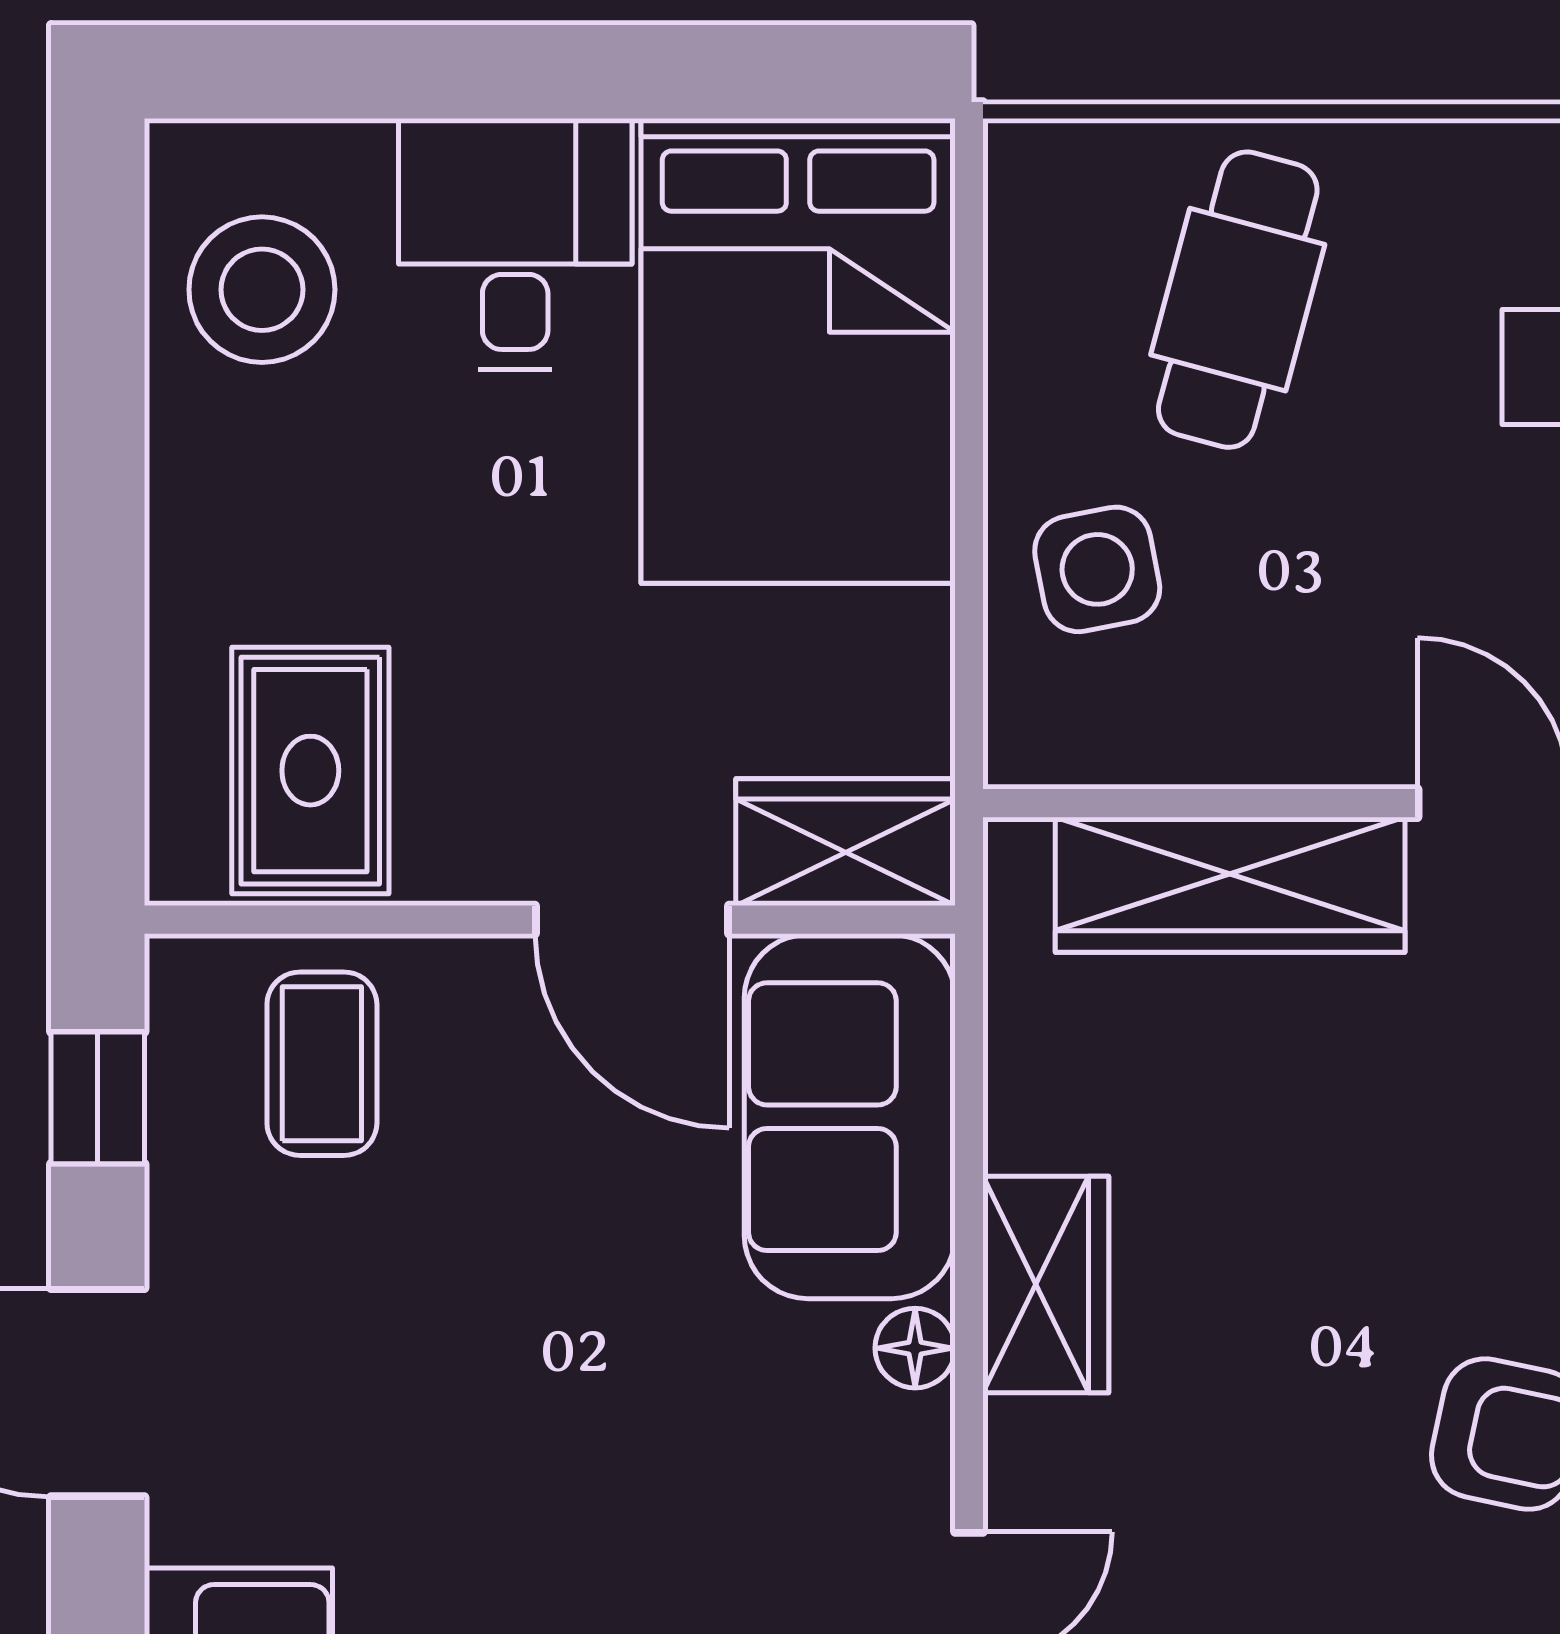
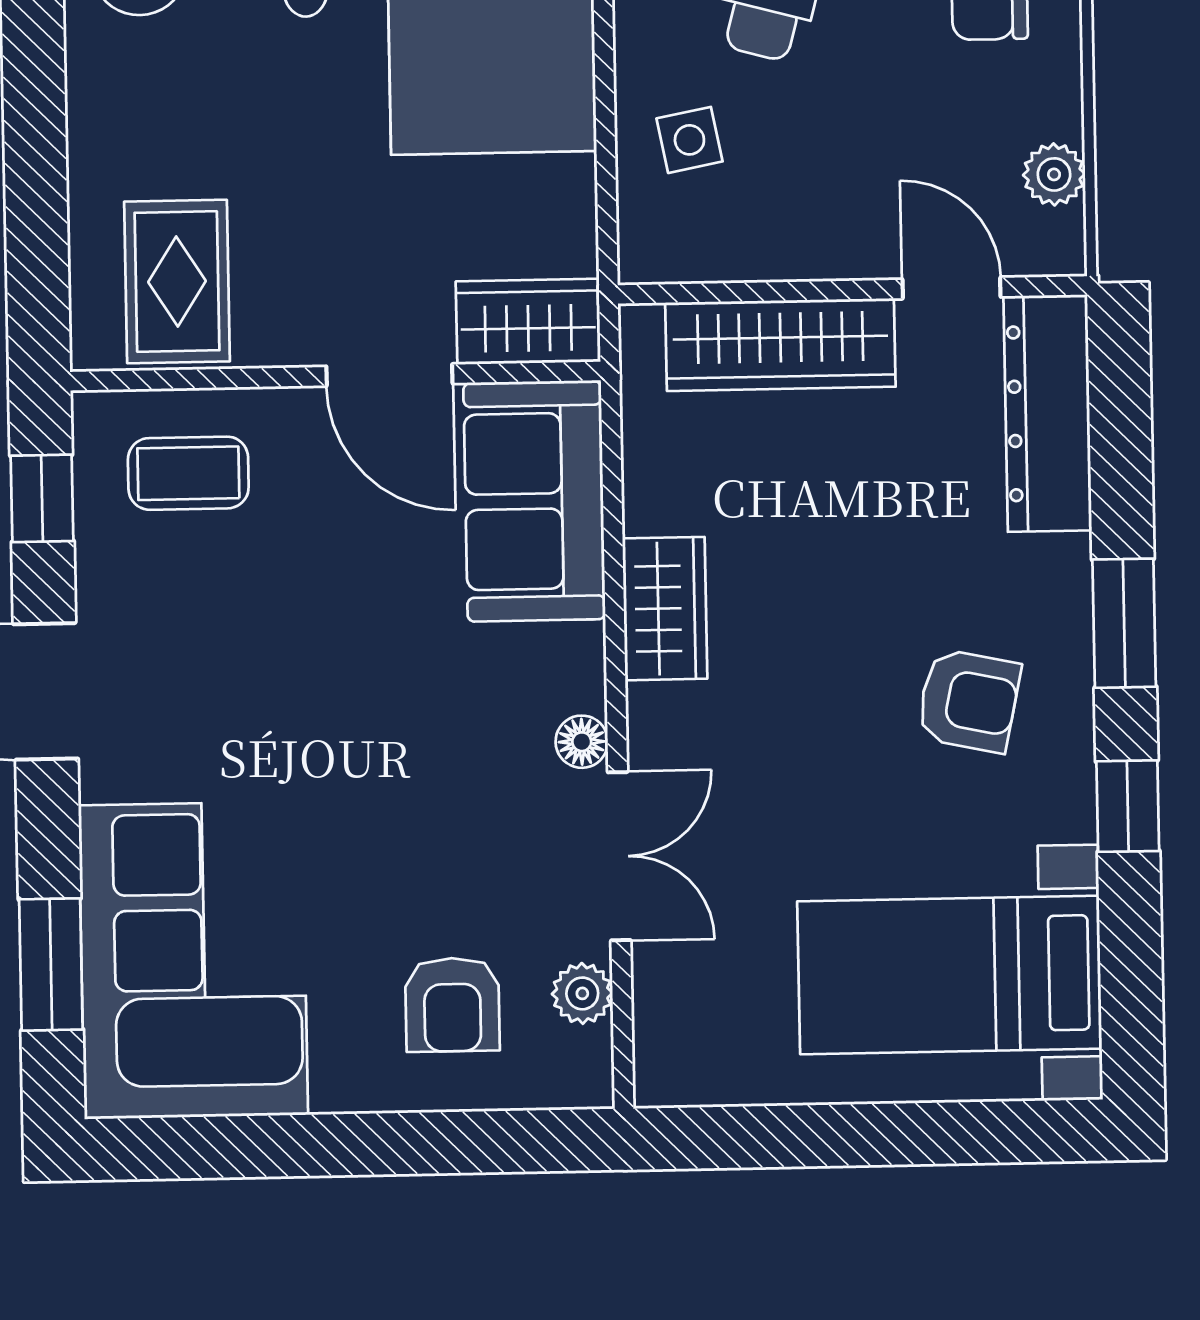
side table: (1097, 569) -> (689, 140), width x0.73, depth x0.73
coffee table: (322, 1064) -> (188, 473), turned 90
floor lamp: (915, 1348) -> (582, 742), moved

